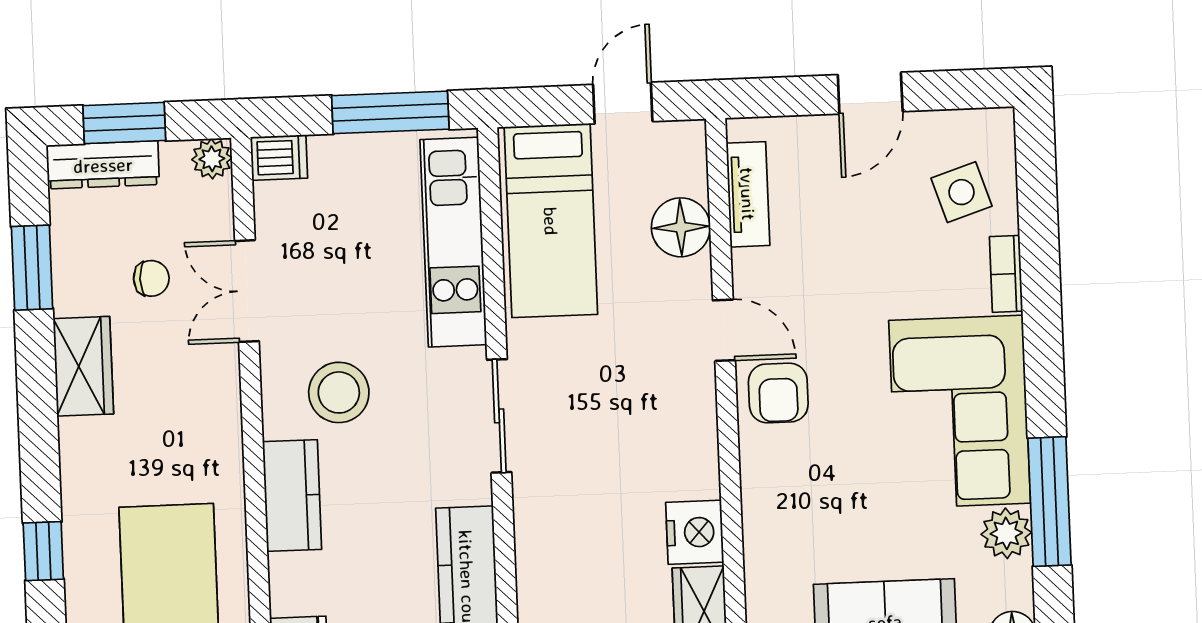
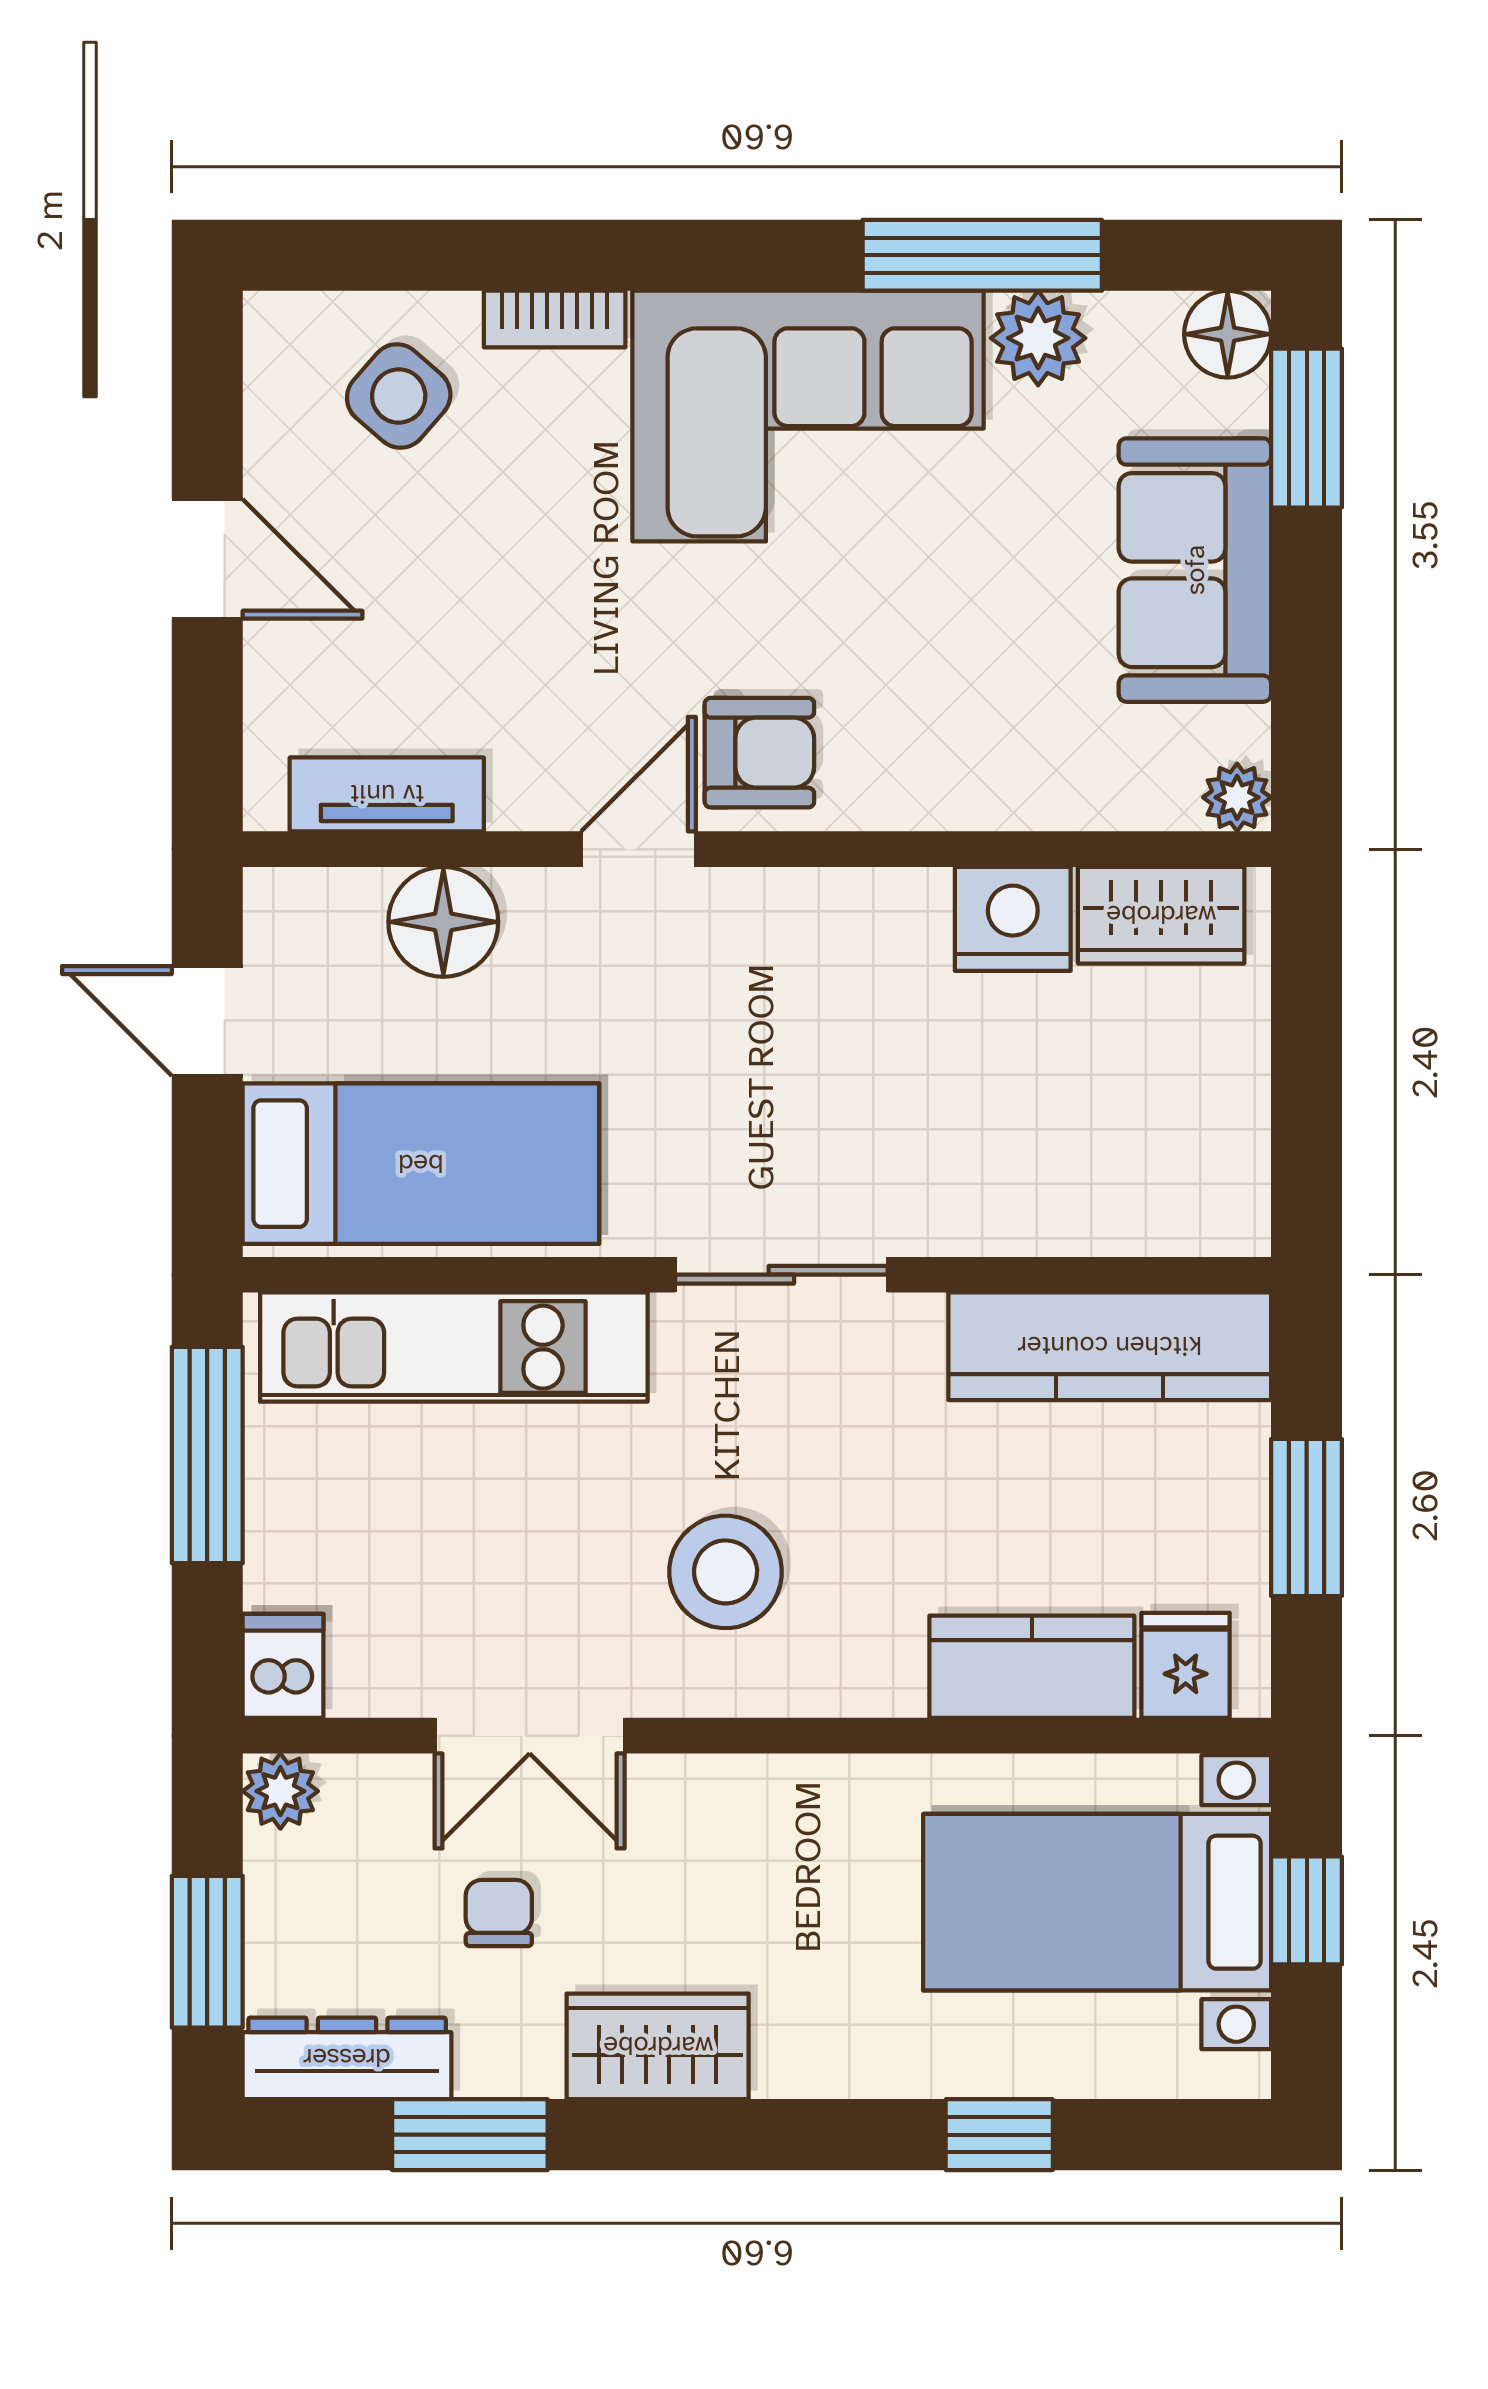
dresser: (103, 165) -> (347, 2058), moved, turned -90
side table: (962, 192) -> (399, 396), turned -31
kitchen counter: (292, 495) -> (1032, 1667), moved

